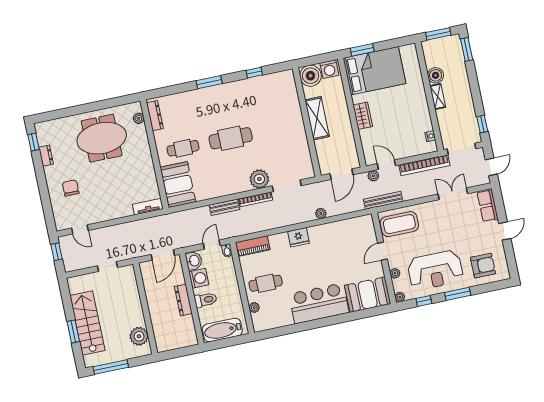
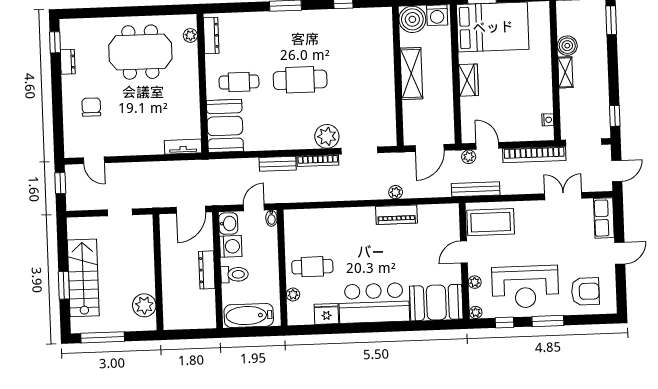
fridge: (298, 237) -> (326, 314), moved, turned 180
piano: (253, 246) -> (396, 215), moved

